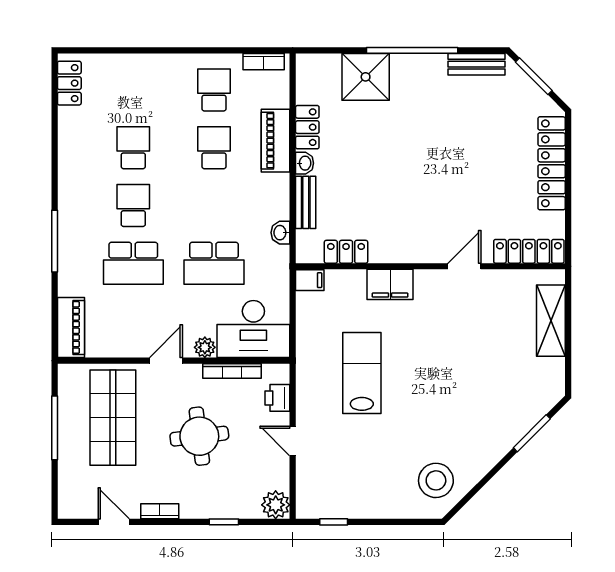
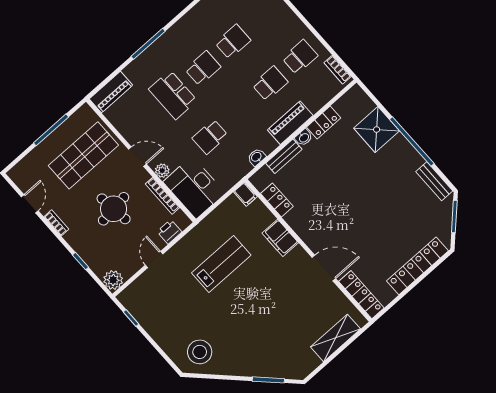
piano: (276, 141) -> (290, 123), moved
school desk: (214, 263) -> (210, 137), width x0.54
door: (464, 266) -> (324, 268), width x1.38

